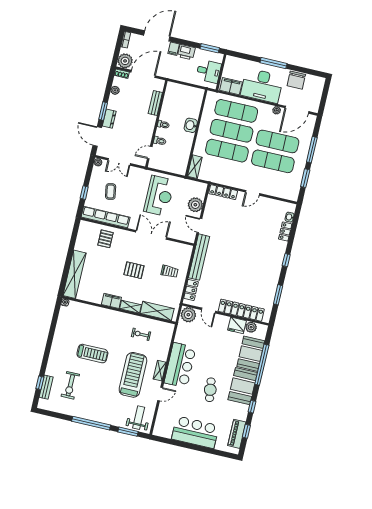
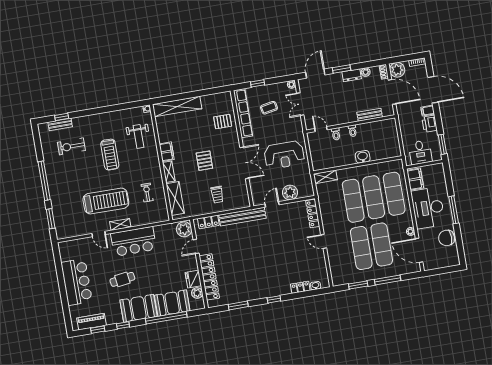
dresser: (109, 119) -> (352, 75), moved
weight bench: (139, 418) -> (138, 136), moved, turned 90

